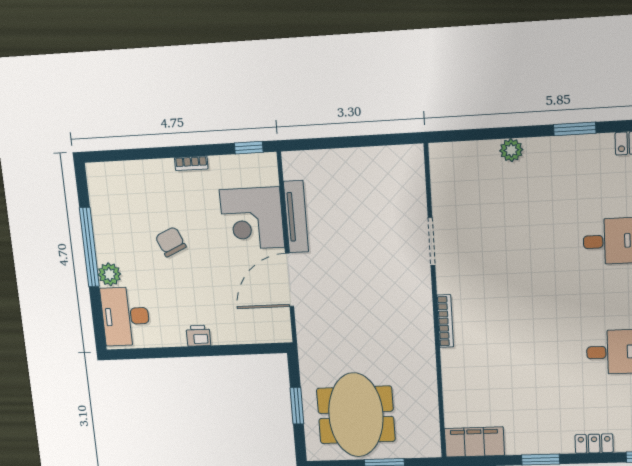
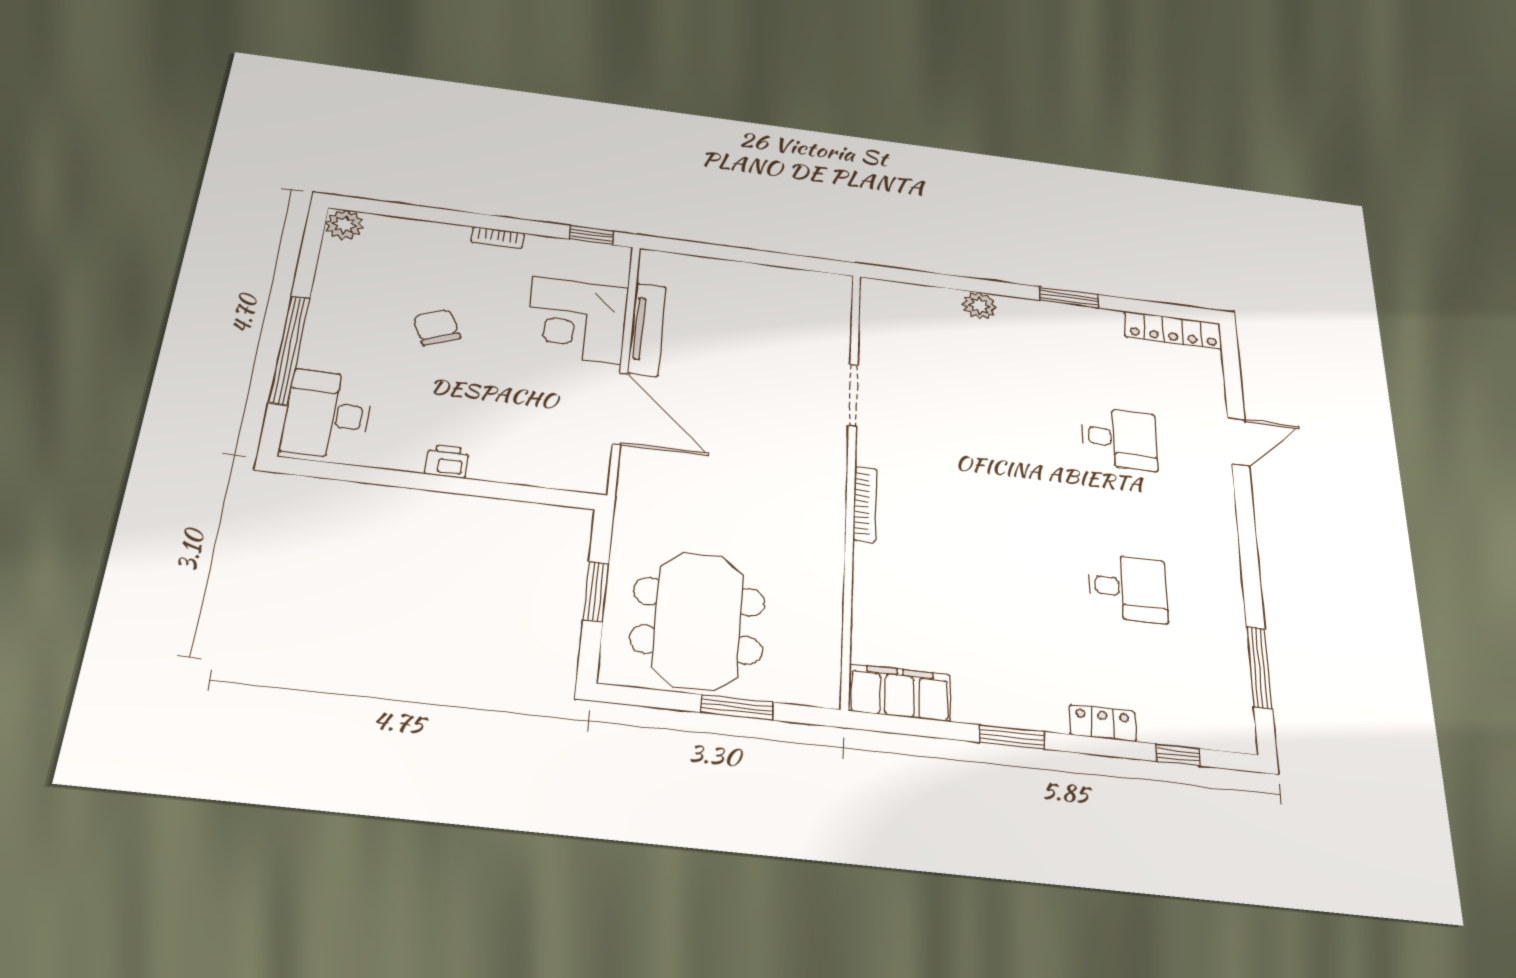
window: (89, 247) -> (289, 350), moved
plant: (109, 274) -> (344, 225), moved
door: (289, 280) -> (620, 408), swing flipped

